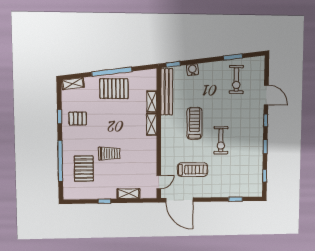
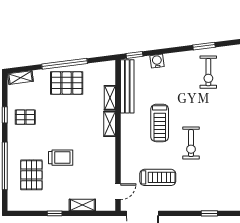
treadmill: (195, 123) -> (160, 123), turned 180

